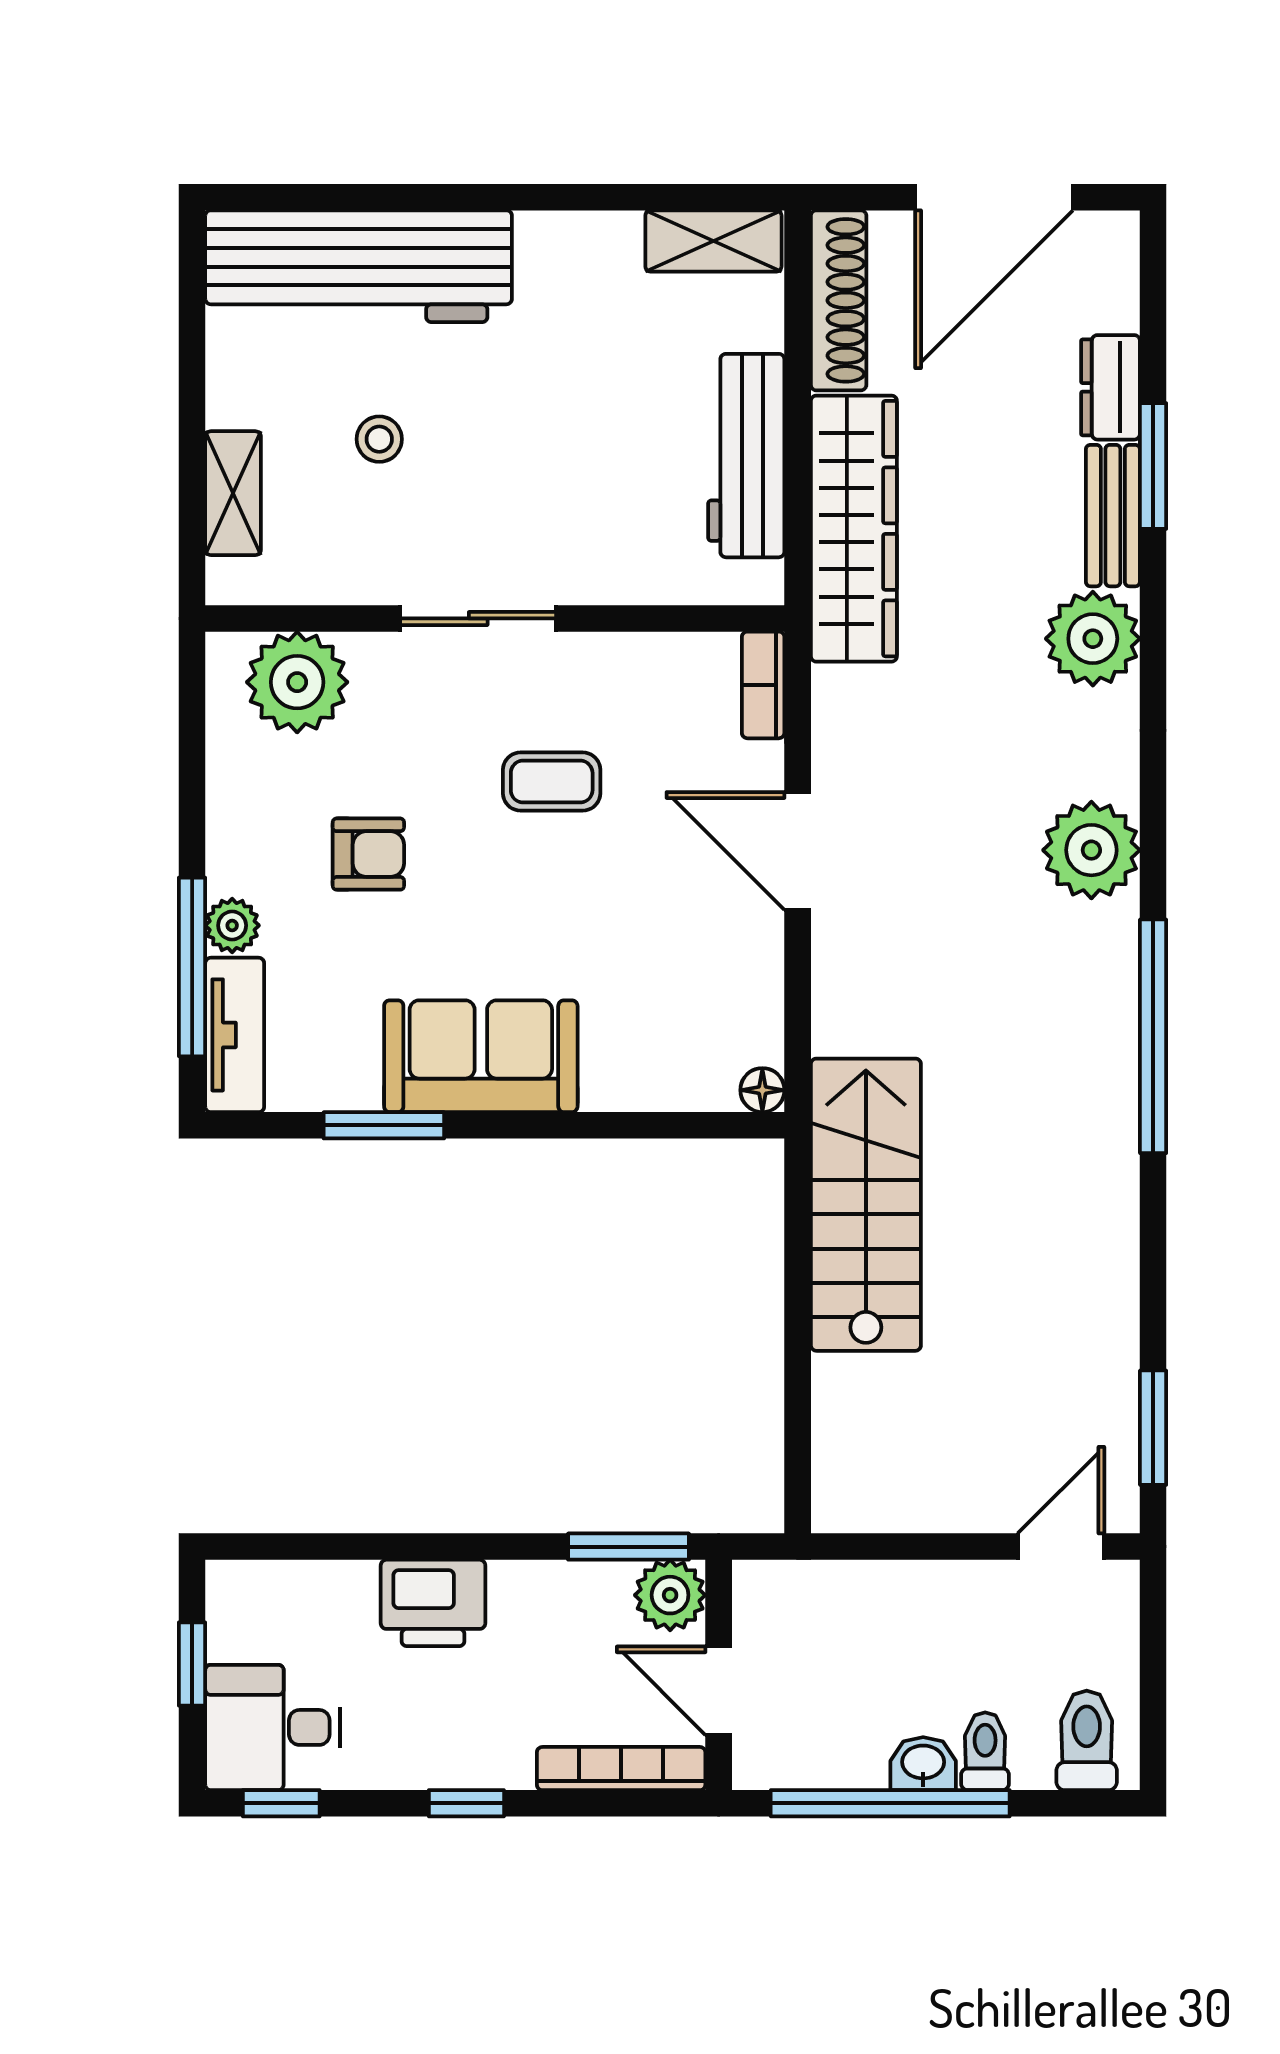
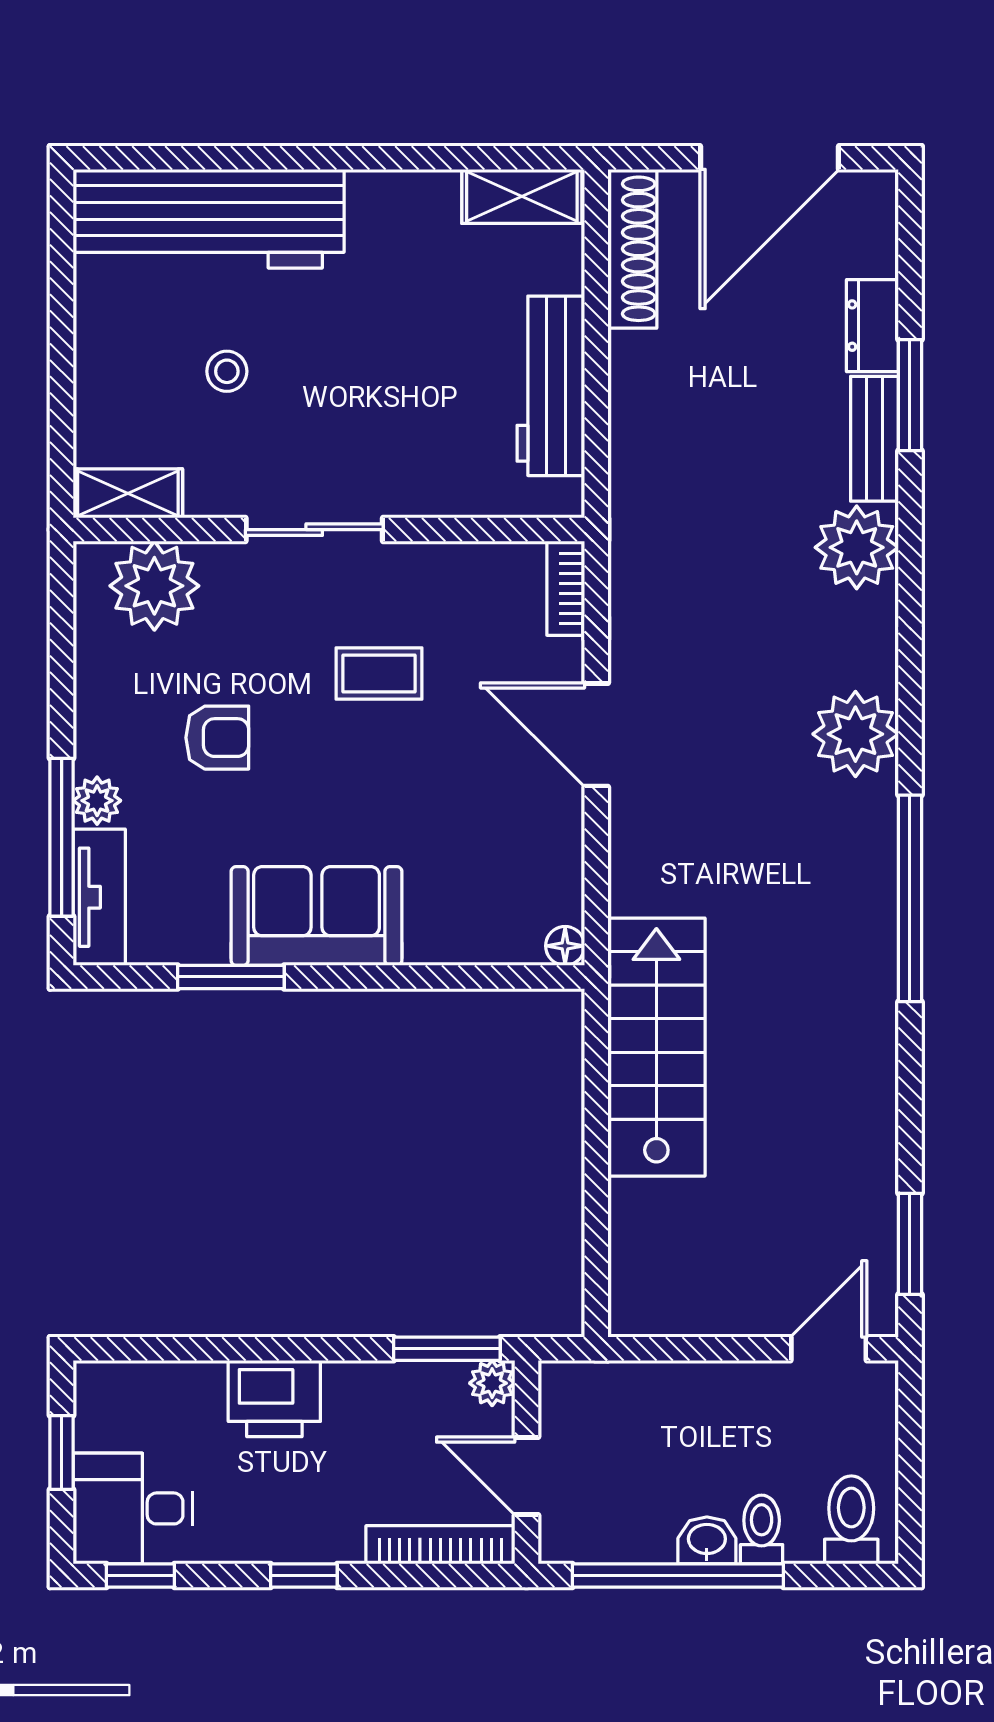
shelving: (233, 493) -> (128, 493), moved, turned 90
wardrobe: (854, 529) -> (646, 450), removed
plant: (670, 1595) -> (492, 1383), width x0.73, depth x0.73

